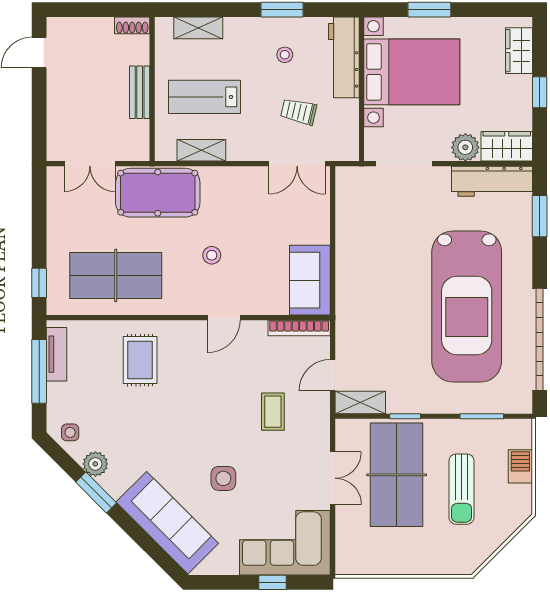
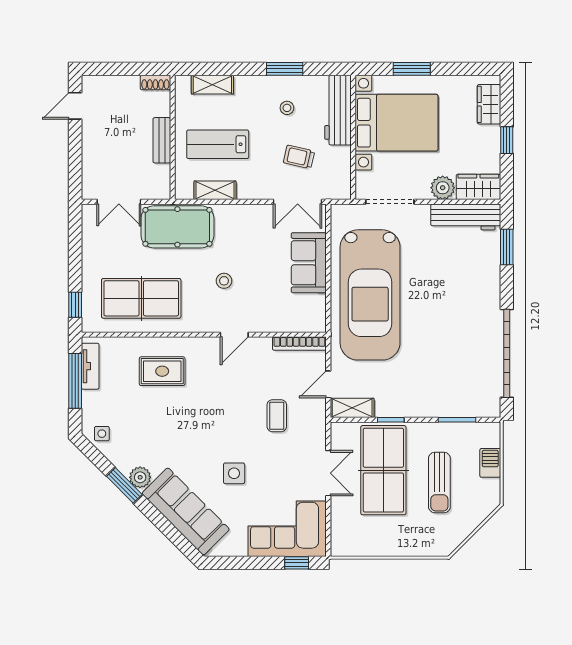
sofa: (310, 280) -> (309, 263), moved
car: (467, 306) -> (370, 295), moved
rug: (140, 360) -> (162, 371), turned 90
plant: (95, 464) -> (140, 477), moved
window: (273, 582) -> (297, 563), moved

